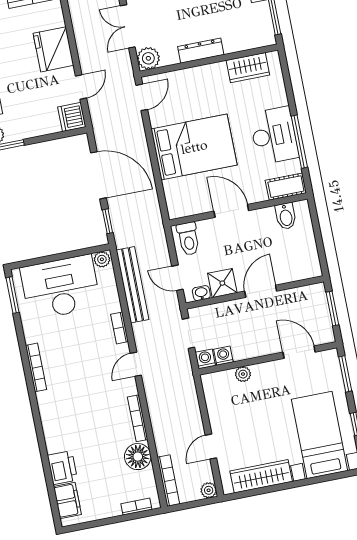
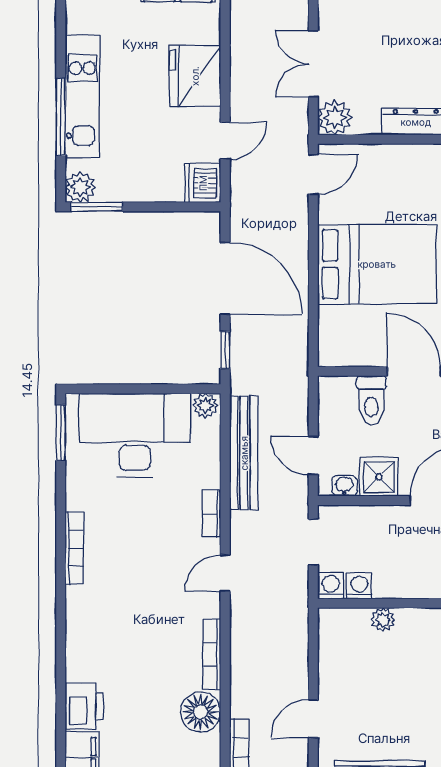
toilet: (188, 239) -> (371, 400), moved

